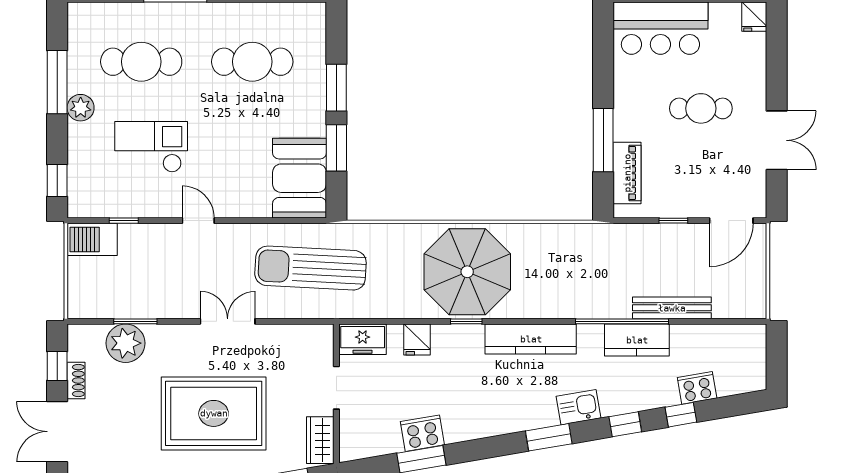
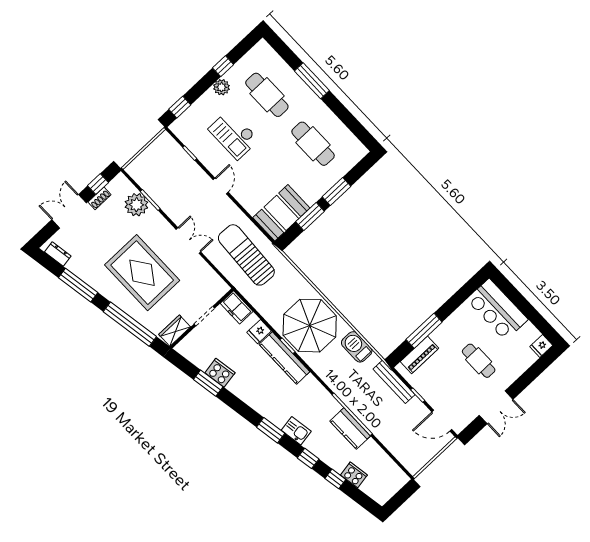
window: (57, 82) -> (223, 66), width x0.46
checkout: (151, 147) -> (234, 134), turned 180
barbecue: (92, 239) -> (357, 347), moved
bench: (672, 308) -> (394, 382), moved
kitchen counter: (531, 339) -> (284, 358), moved

